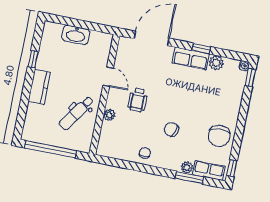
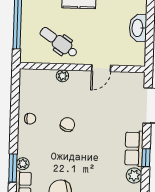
wheelchair: (138, 100) -> (83, 102), removed
chair: (171, 129) -> (67, 125), moved

